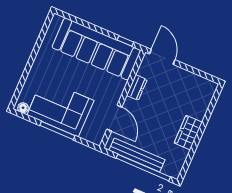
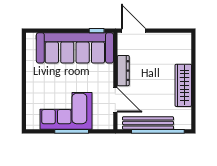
dresser: (137, 88) -> (123, 71), width x1.44
floor lamp: (23, 108) -> (34, 125), removed
wardrobe: (188, 133) -> (183, 85), width x1.50

